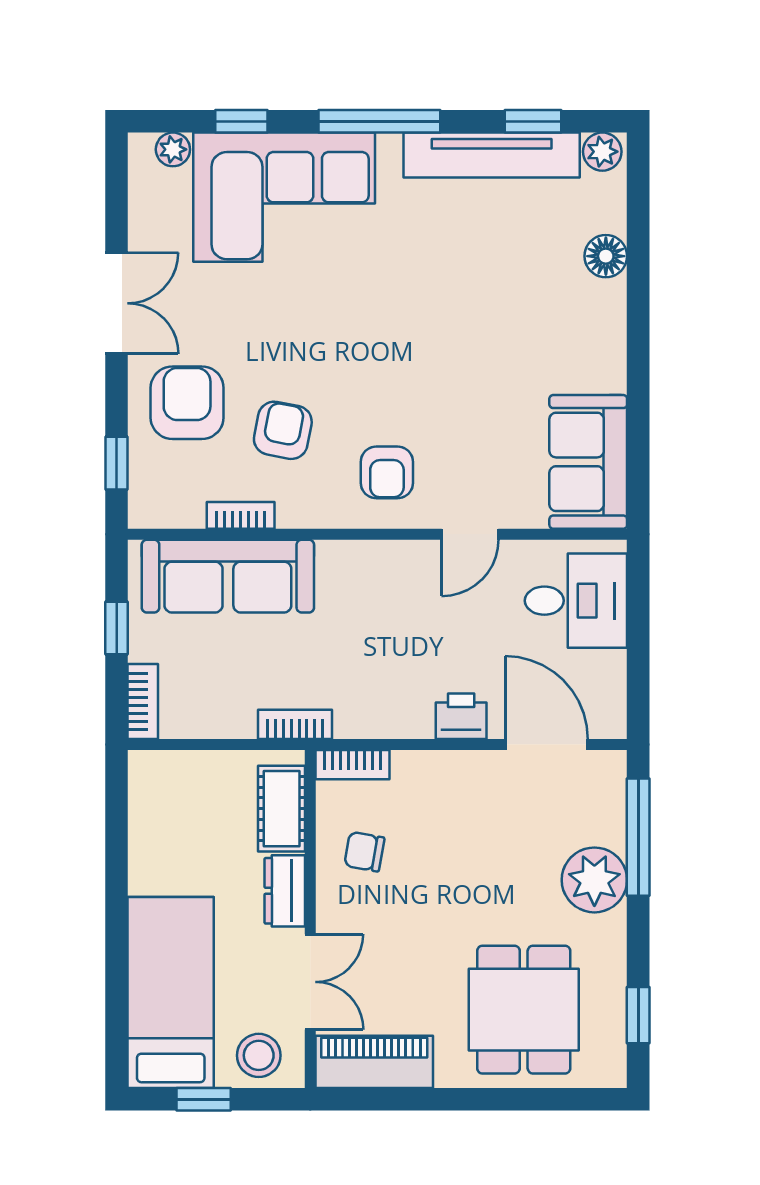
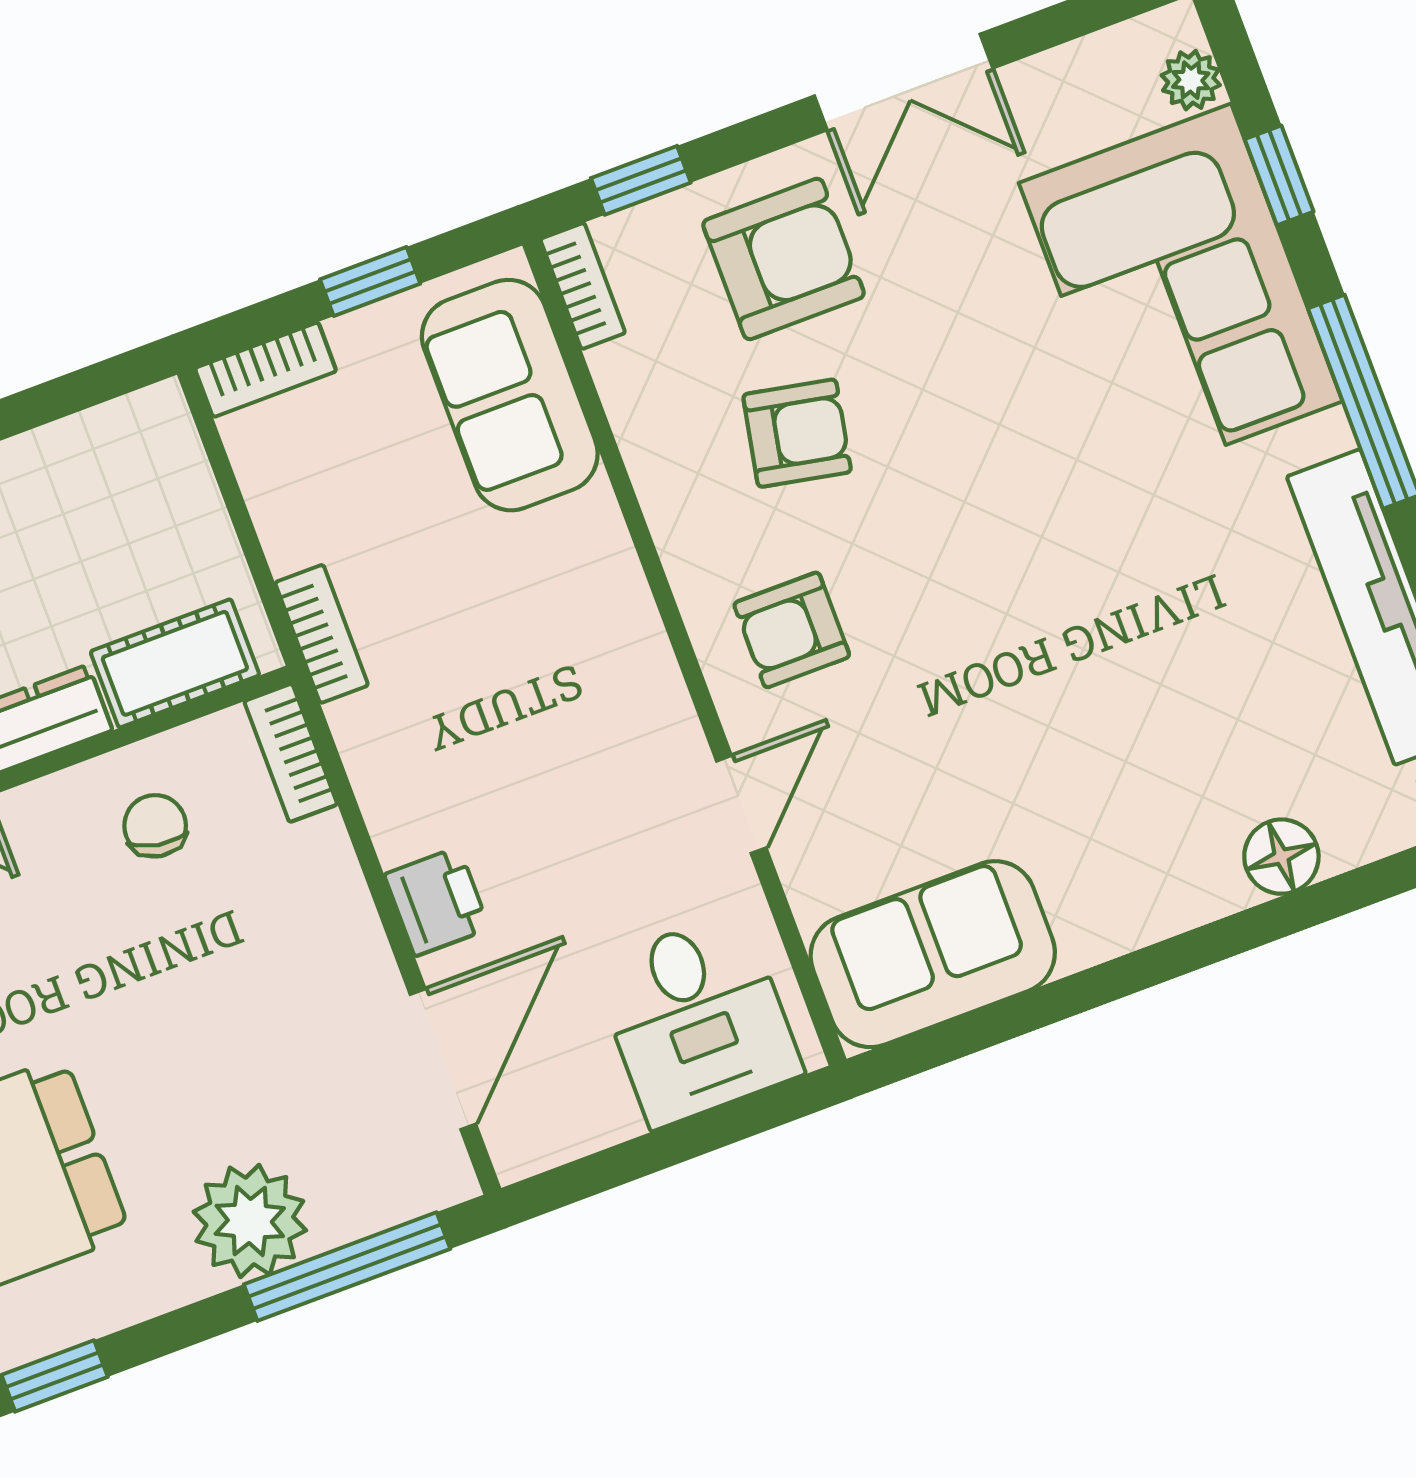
bookcase: (241, 515) -> (583, 286), moved
door: (470, 534) -> (741, 805), swing flipped
sofa: (228, 576) -> (510, 395), width x0.73

